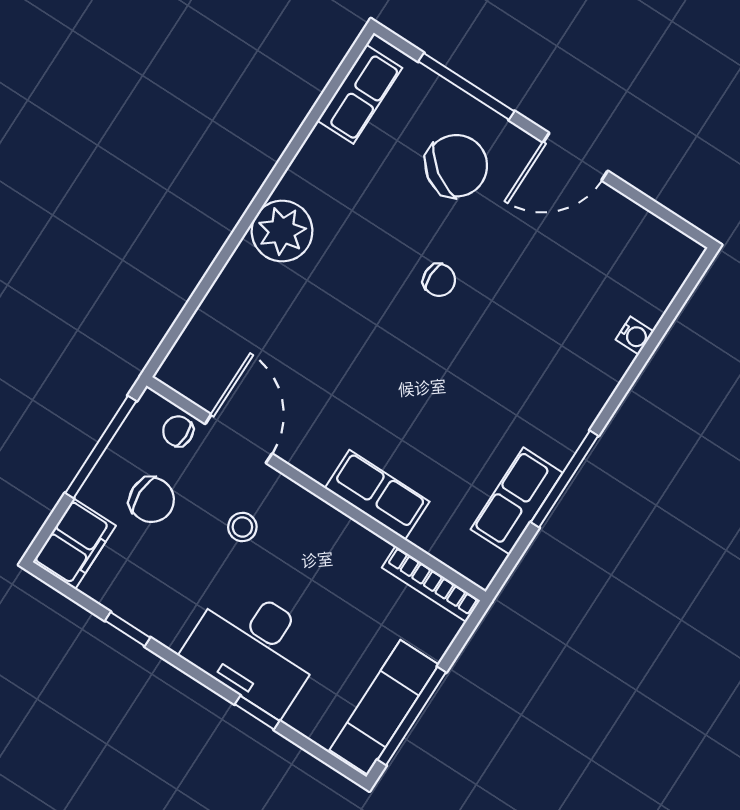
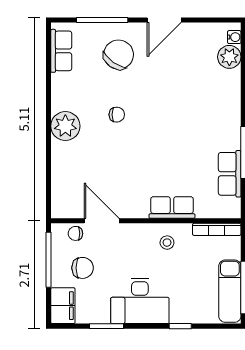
chair: (439, 280) -> (117, 115), moved
plant: (648, 295) -> (229, 57), added
water cooler: (635, 335) -> (234, 37), moved
stool: (242, 527) -> (167, 243), moved
window: (128, 629) -> (106, 326), width x1.50
desk: (255, 648) -> (140, 301), moved

